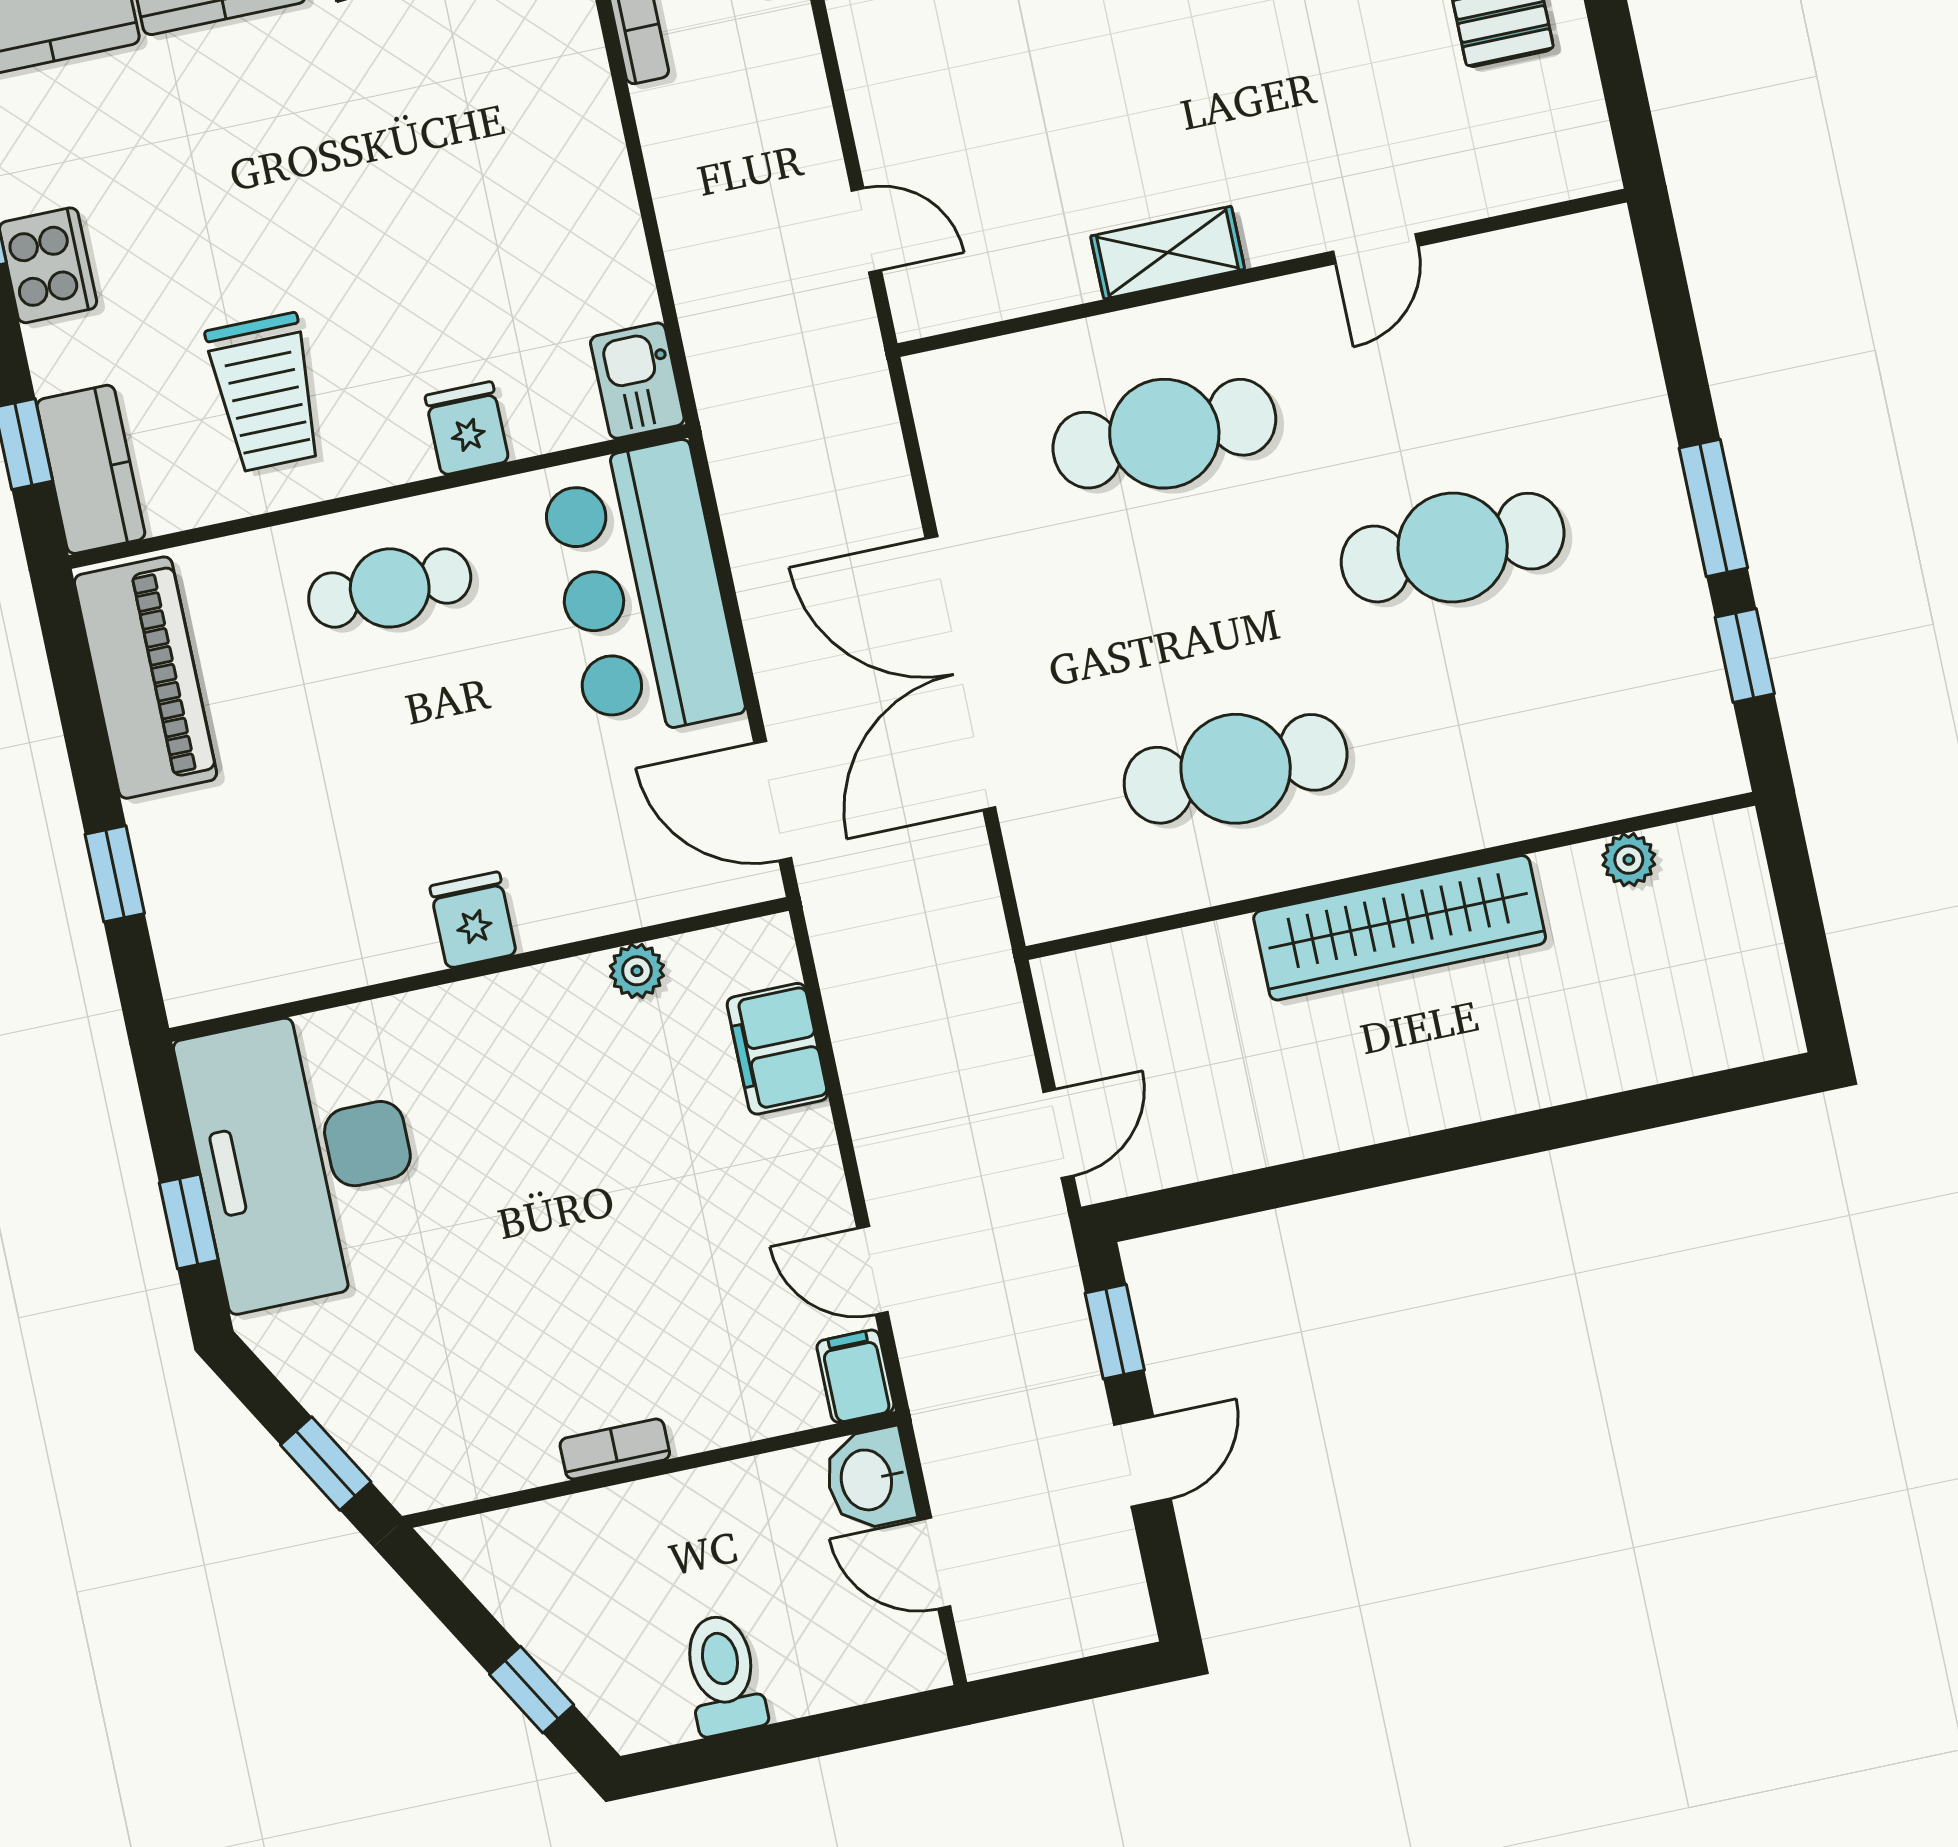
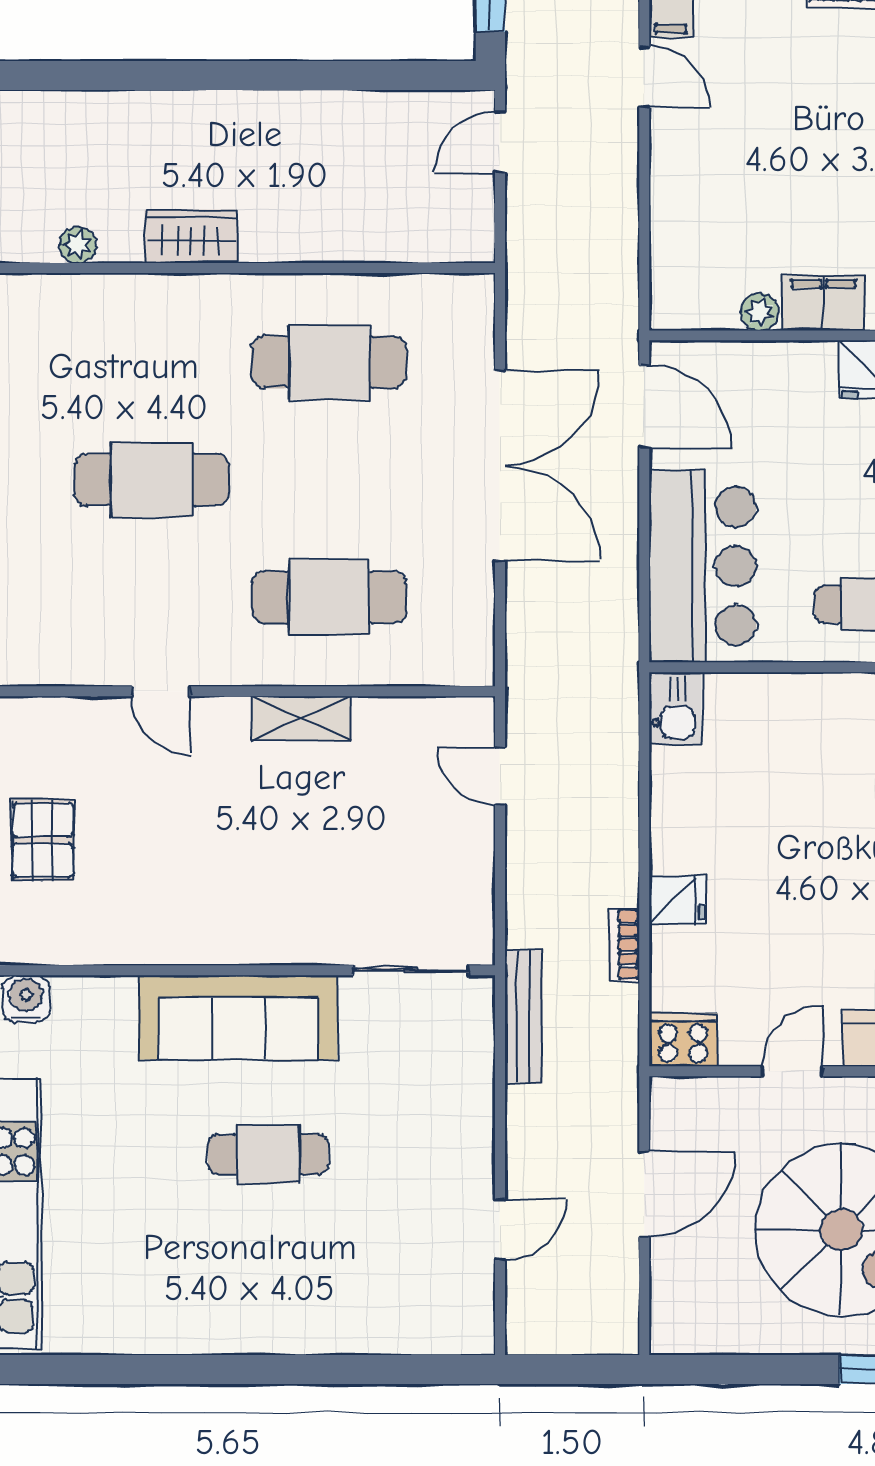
door: (1376, 249) -> (161, 691), swing flipped
fridge: (467, 428) -> (677, 900), moved, turned -90
wardrobe: (1400, 928) -> (191, 236), width x0.48, depth x0.85
filing cabinet: (777, 1049) -> (823, 303), moved, turned -90

